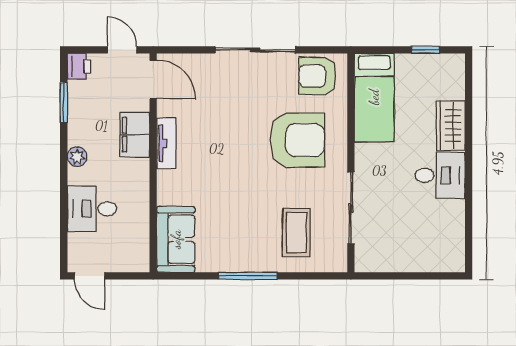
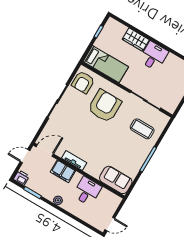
desk: (92, 209) -> (87, 191), moved, turned 180

